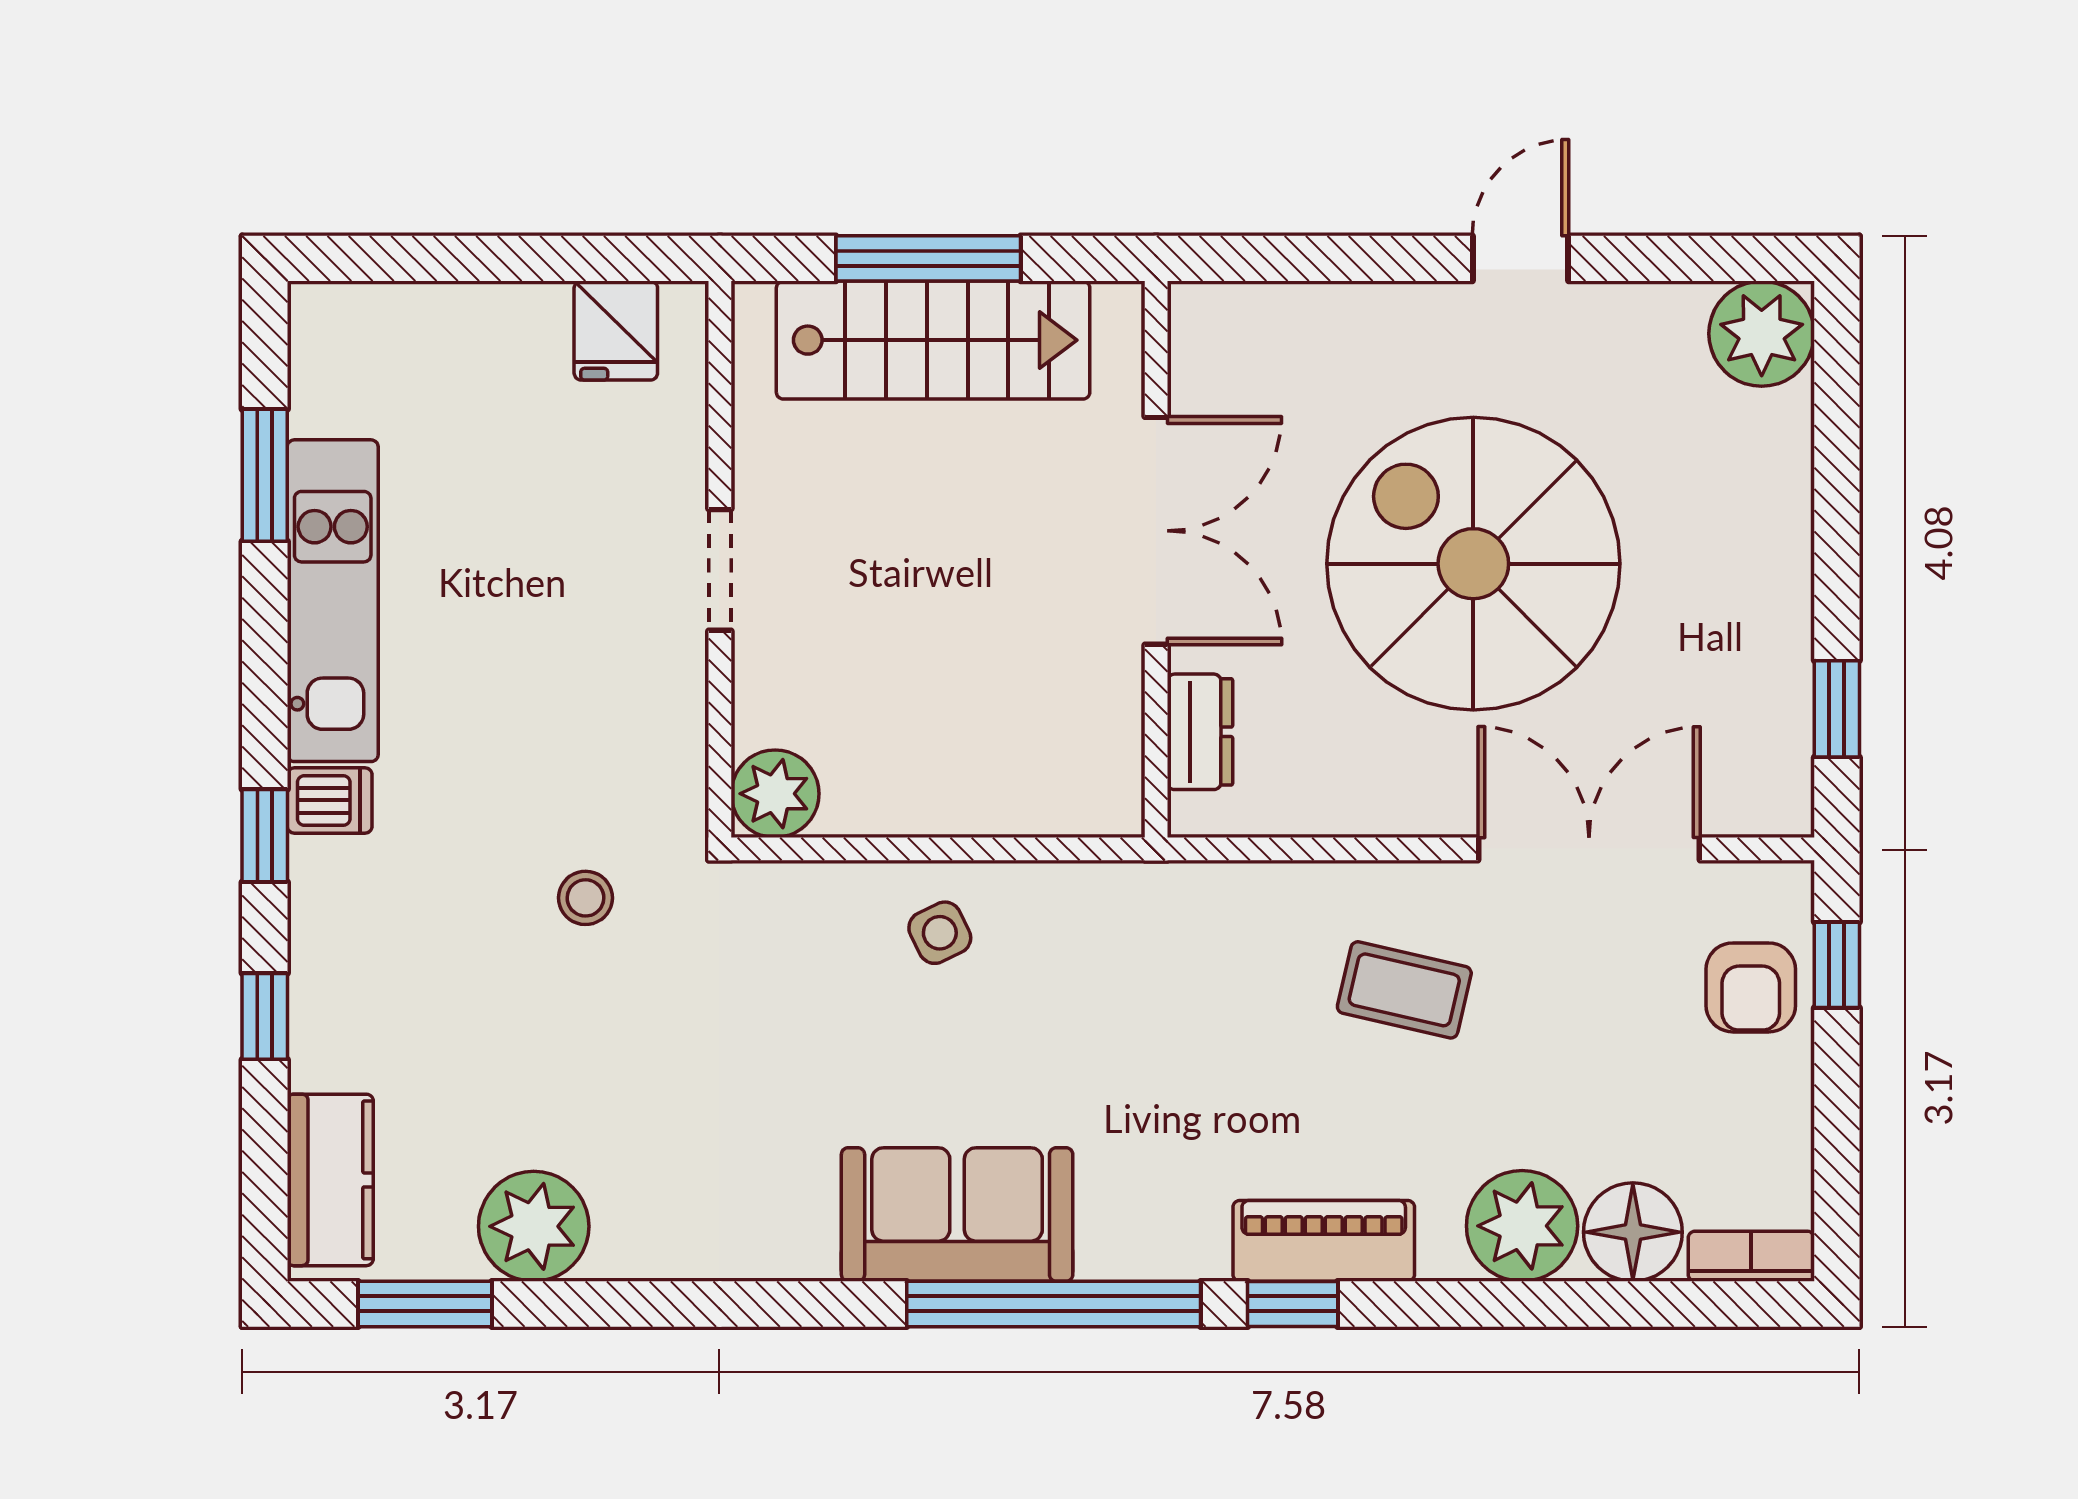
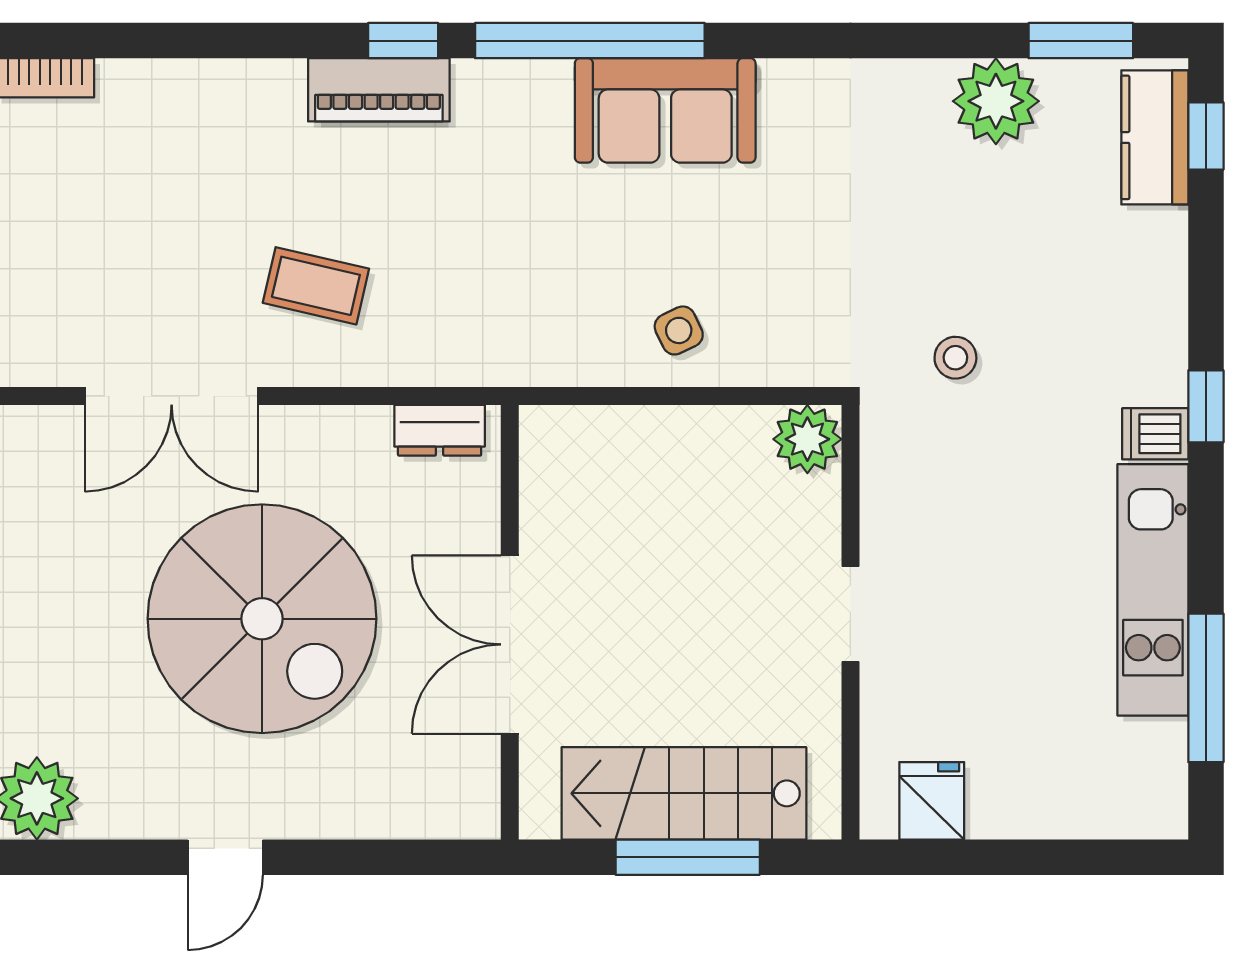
window: (265, 475) -> (1206, 688), width x1.44
dresser: (1200, 732) -> (440, 430), moved, turned -90
armchair: (1751, 987) -> (45, 288), removed
window: (265, 1016) -> (1206, 136), moved
plant: (1522, 1226) -> (224, 102), removed
floor lamp: (1633, 1232) -> (137, 97), removed

